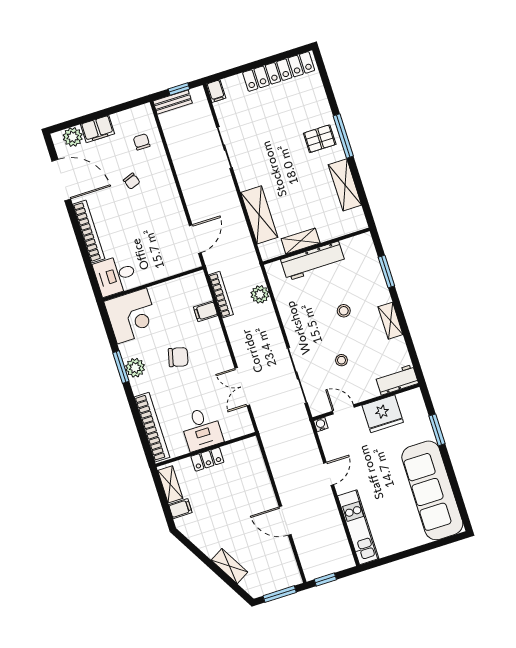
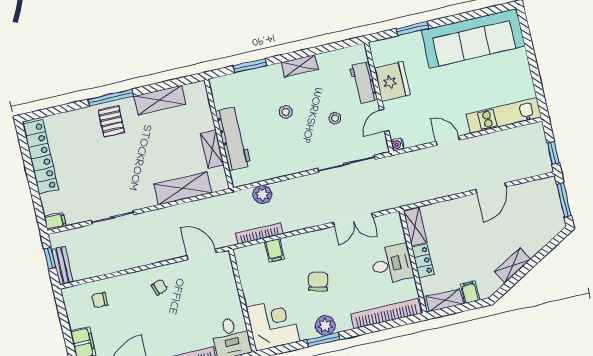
chair: (132, 181) -> (159, 287), moved
workbench: (397, 380) -> (363, 83), moved
shelving: (241, 449) -> (415, 227), added
shelving: (229, 566) -> (513, 265), moved

